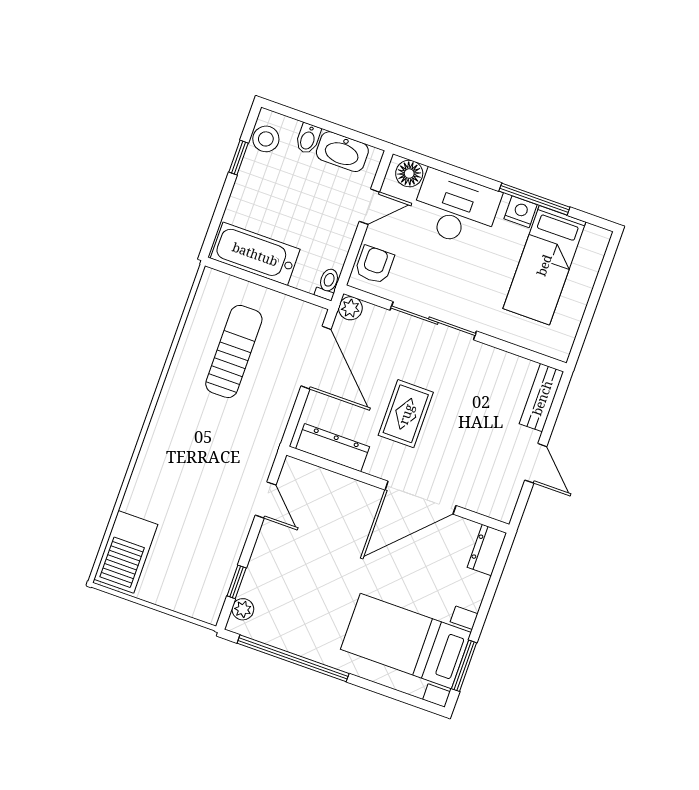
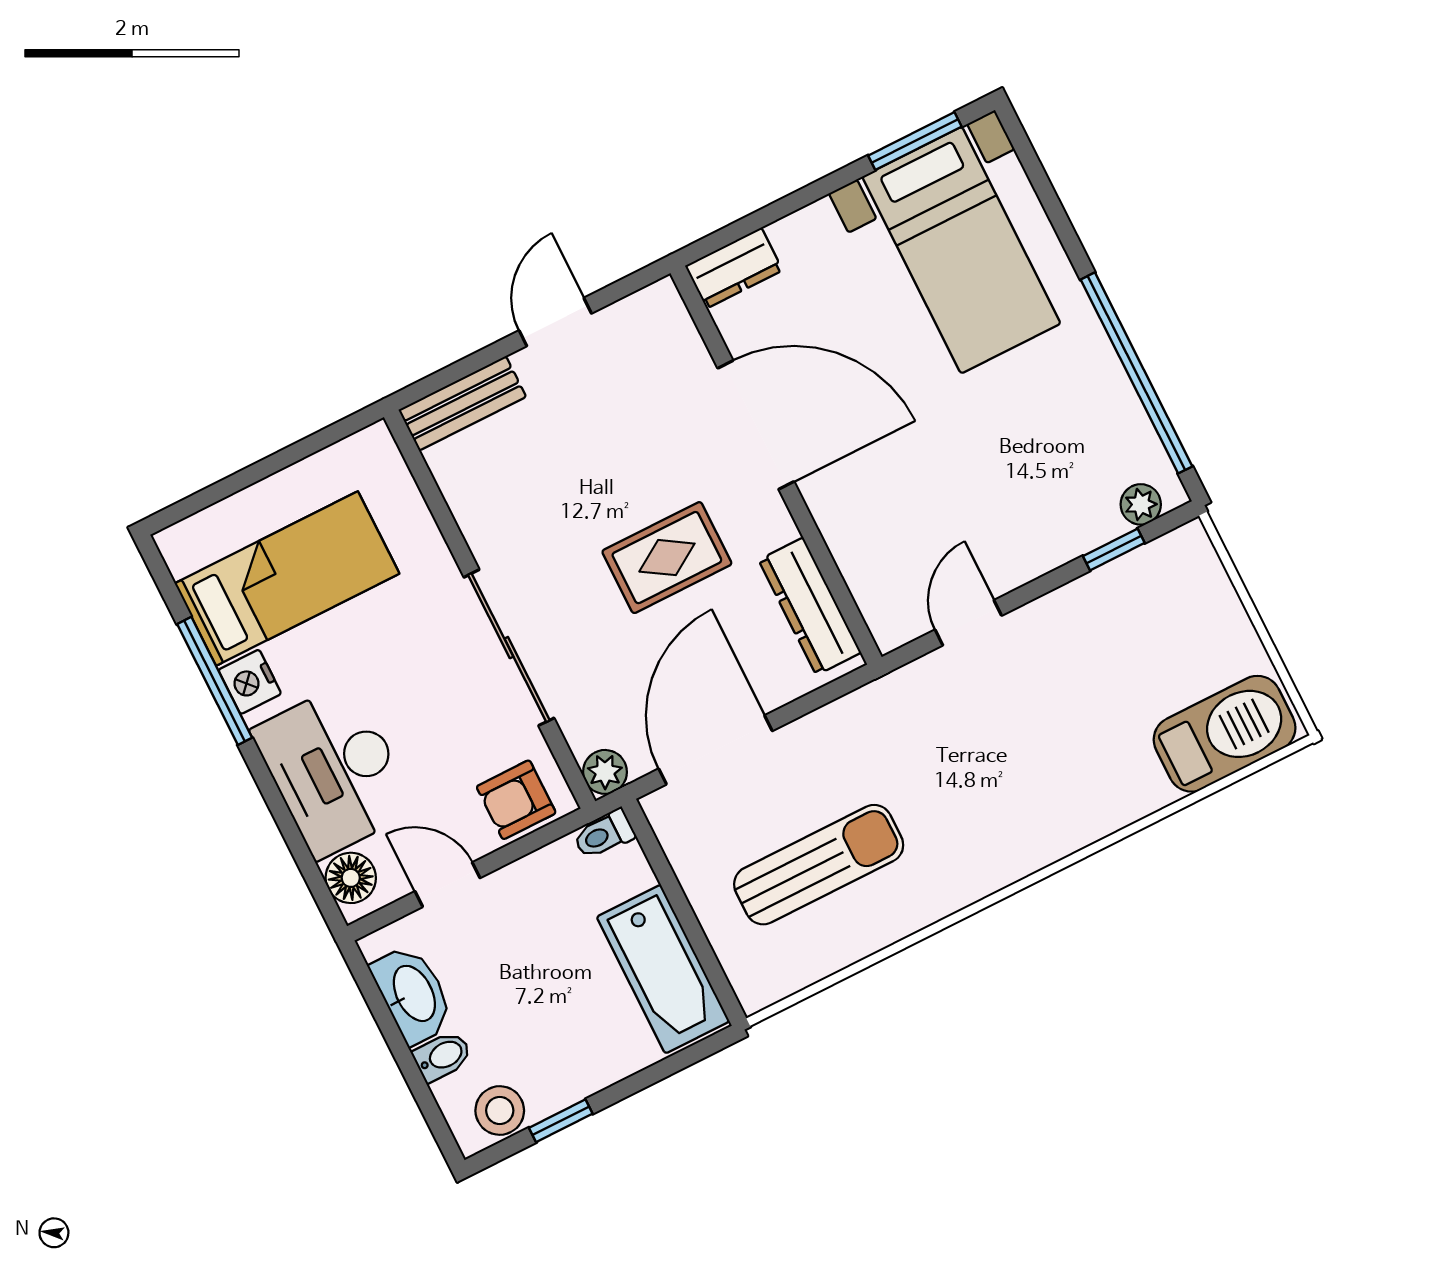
sun lounger: (234, 351) -> (819, 865), turned 180

